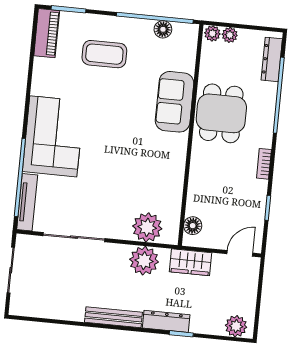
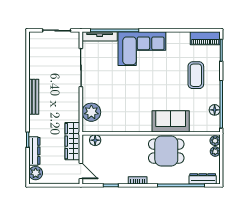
plant: (144, 261) -> (71, 112), removed
wardrobe: (191, 262) -> (72, 141), width x1.50
dresser: (166, 321) -> (34, 151), moved

